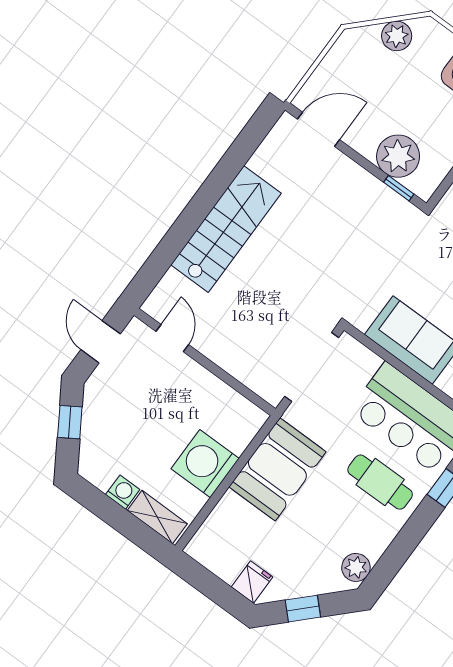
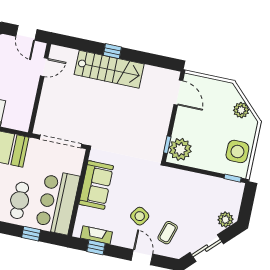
plant: (398, 156) -> (180, 149), moved
window: (198, 210) -> (112, 51), added
door: (101, 342) -> (26, 33), swing flipped

